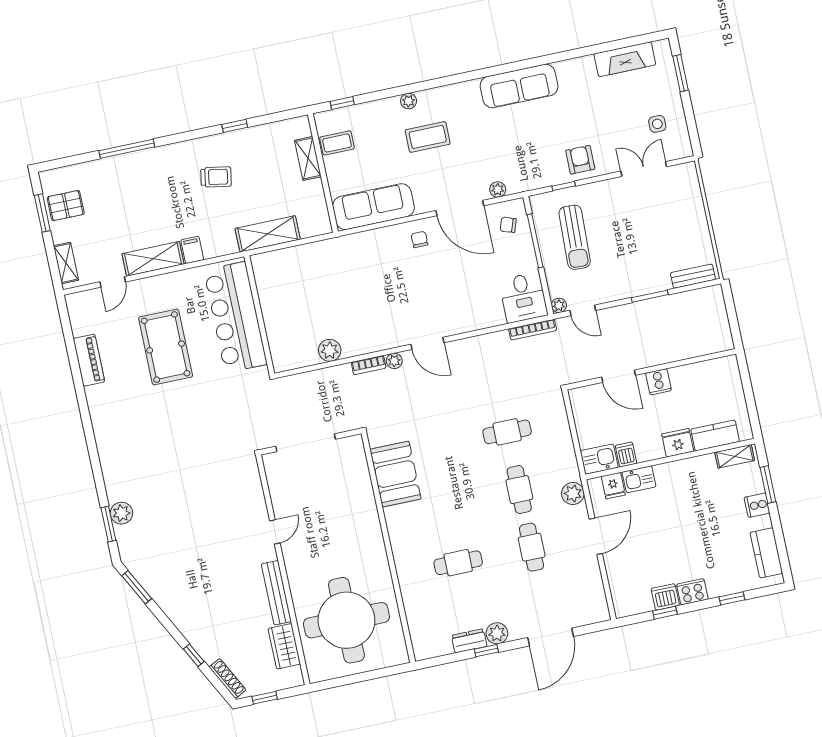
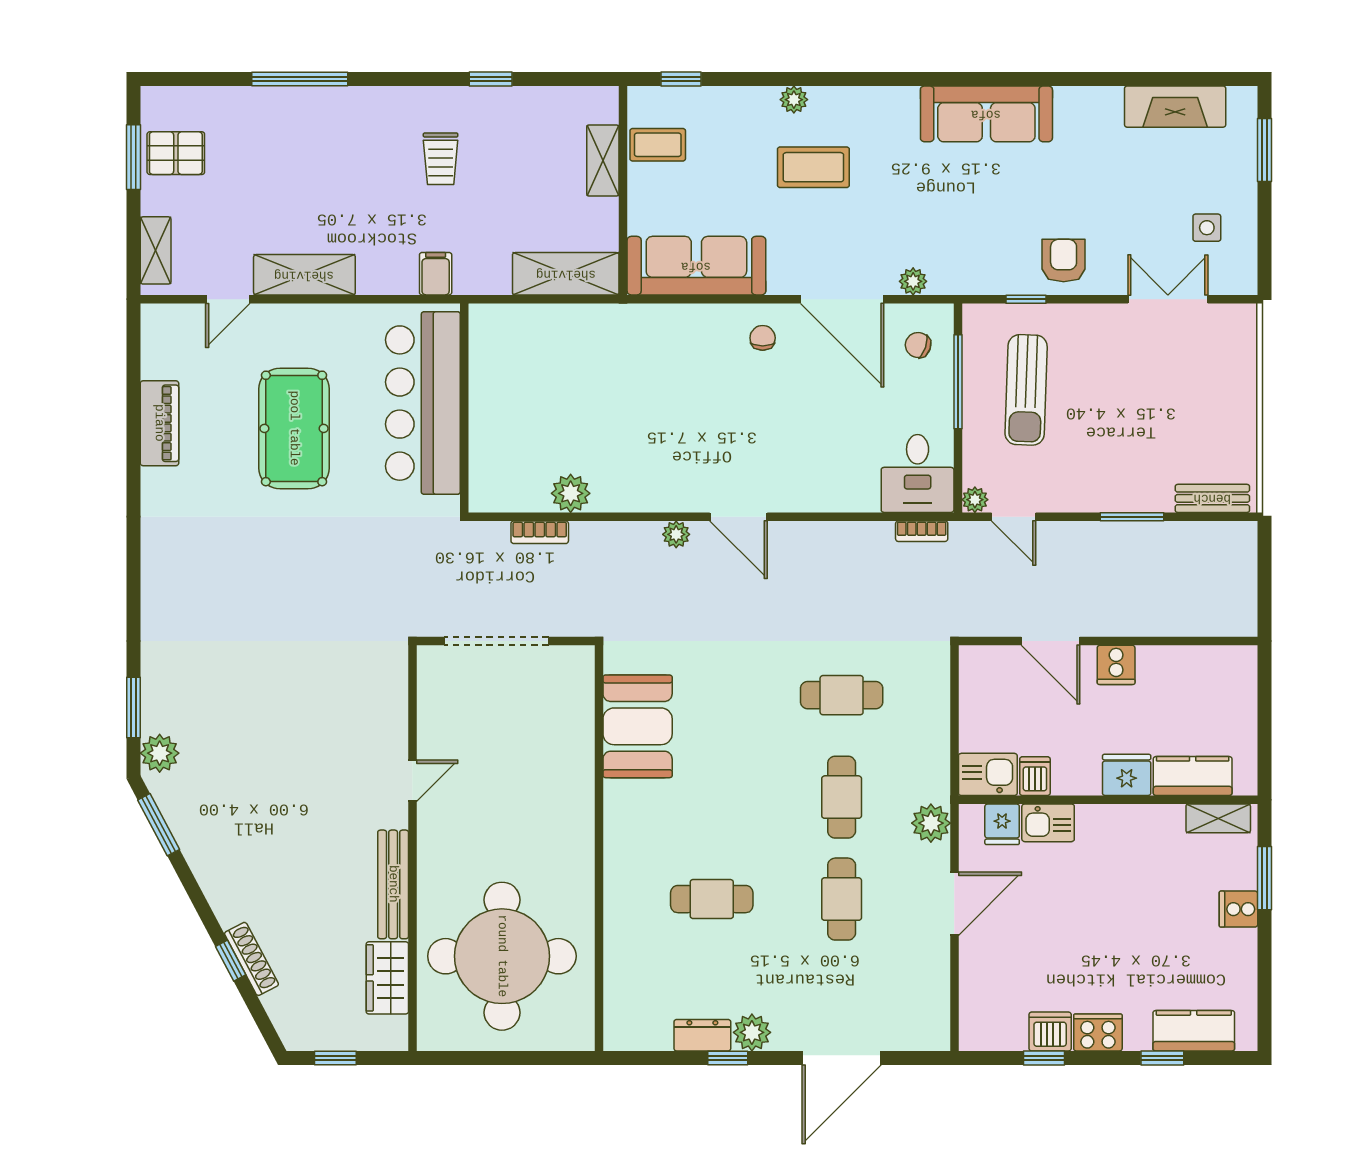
trolley: (216, 177) -> (441, 159), turned 80
shelving: (268, 234) -> (566, 274), moved
filing cabinet: (192, 250) -> (436, 274), moved
bookcase: (533, 330) -> (922, 531), width x0.64
bookcase: (369, 365) -> (540, 532), moved
plant: (121, 513) -> (160, 753), moved
kitchen counter: (766, 553) -> (1194, 1031), moved, turned 90
shoe rack: (228, 678) -> (251, 959), moved

